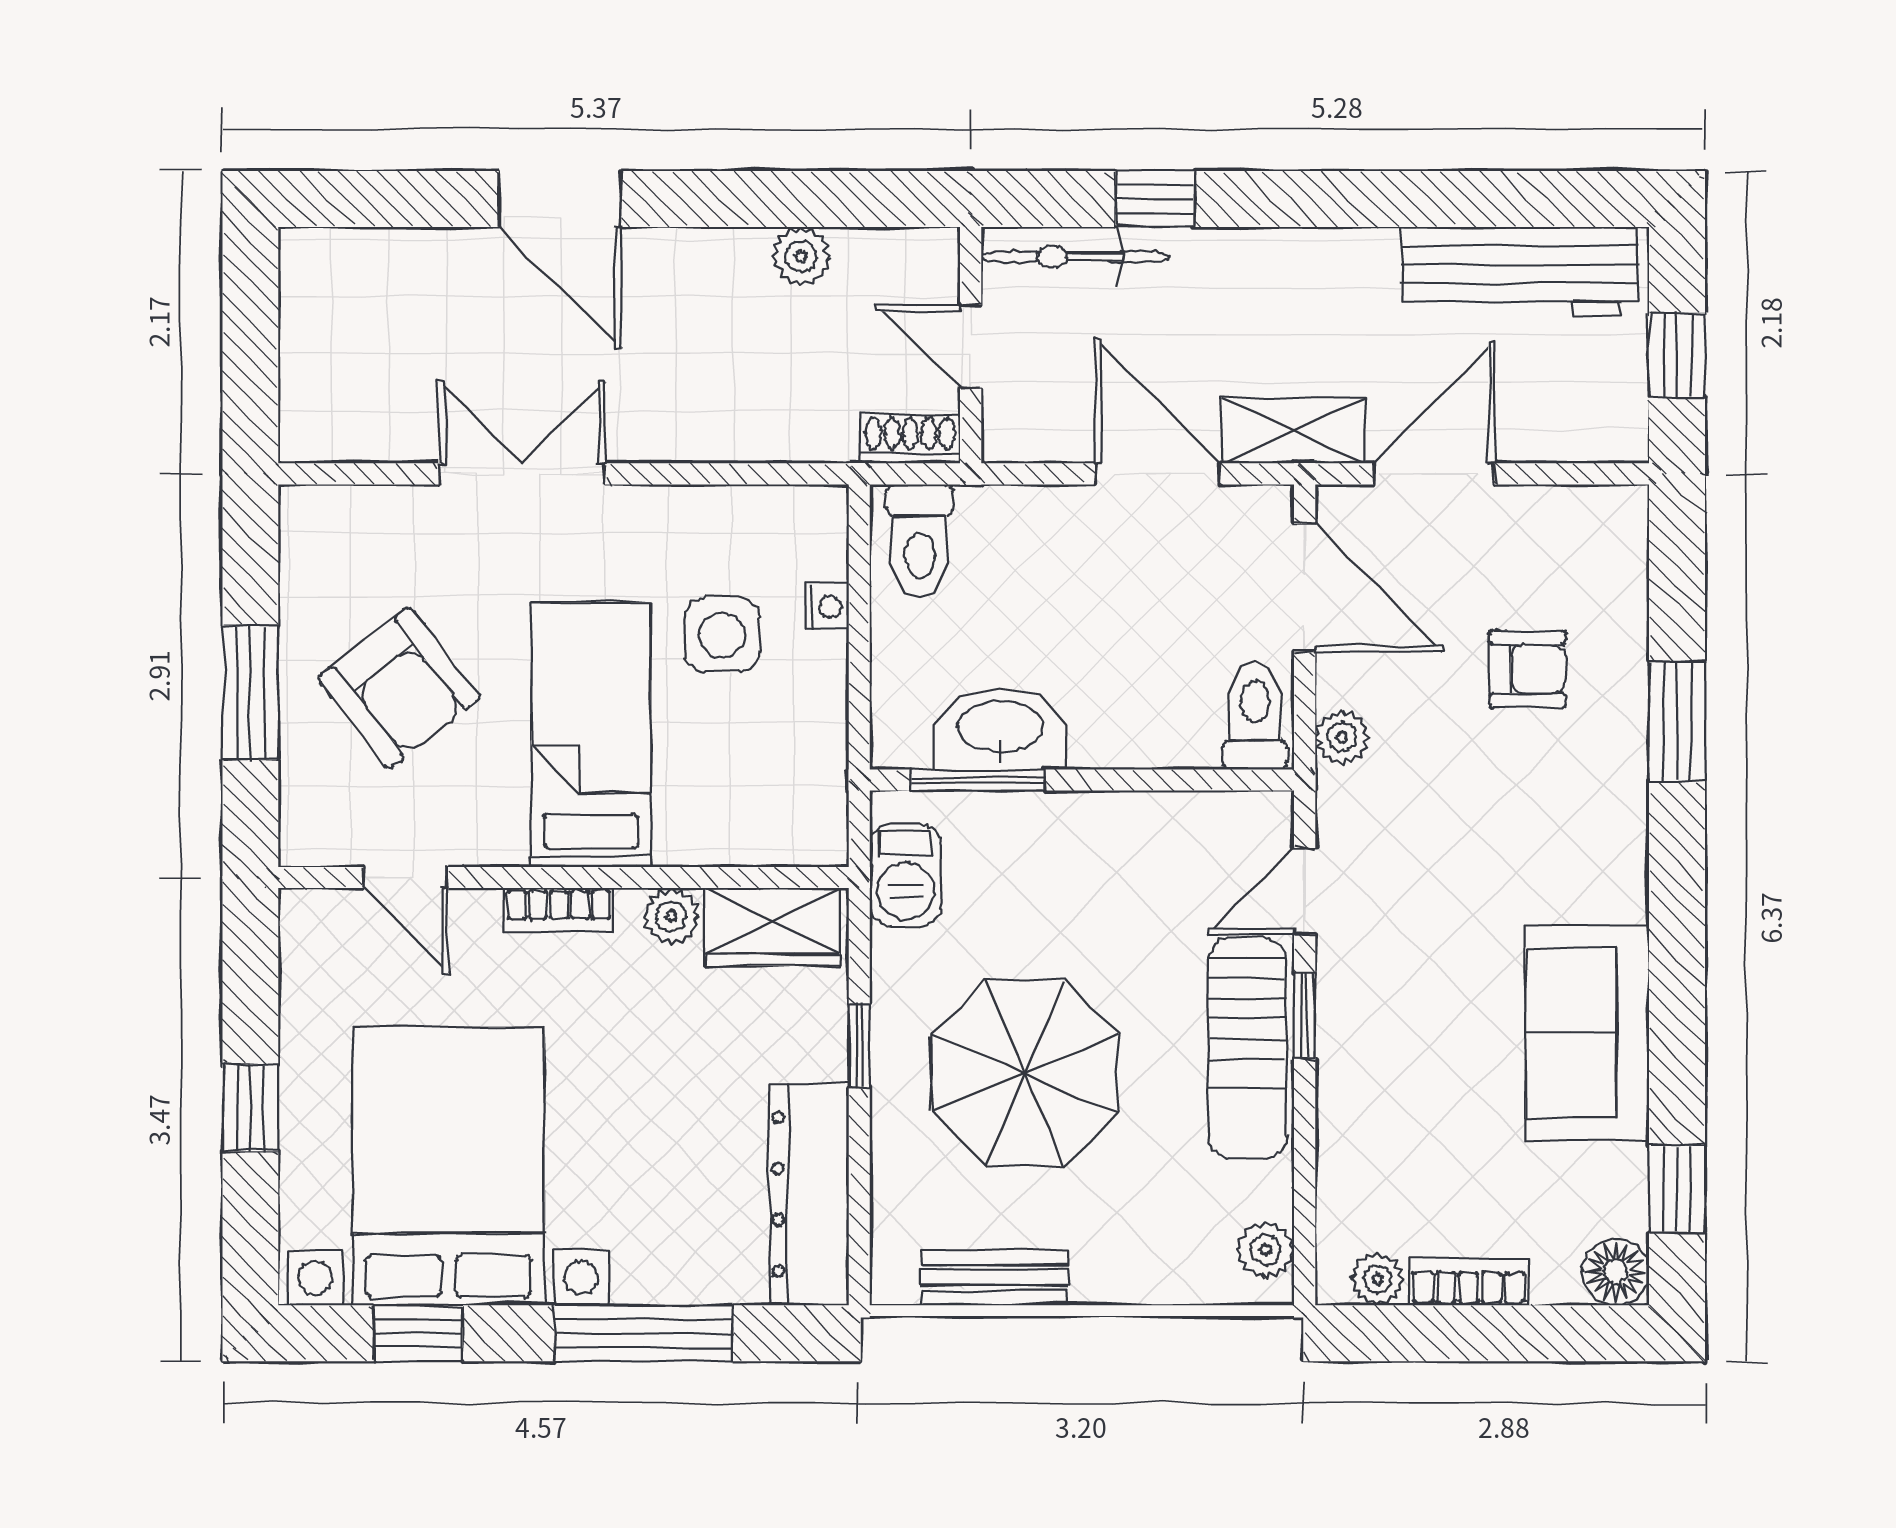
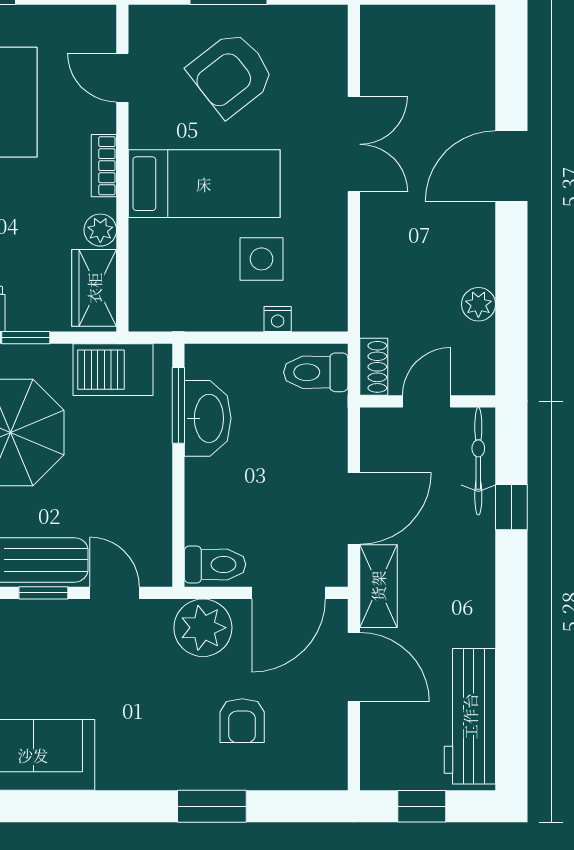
plant: (1342, 737) -> (203, 628), width x1.87, depth x1.87
barbecue: (906, 875) -> (113, 370), width x1.38, depth x1.27
door: (406, 877) -> (122, 78), hinge flipped

